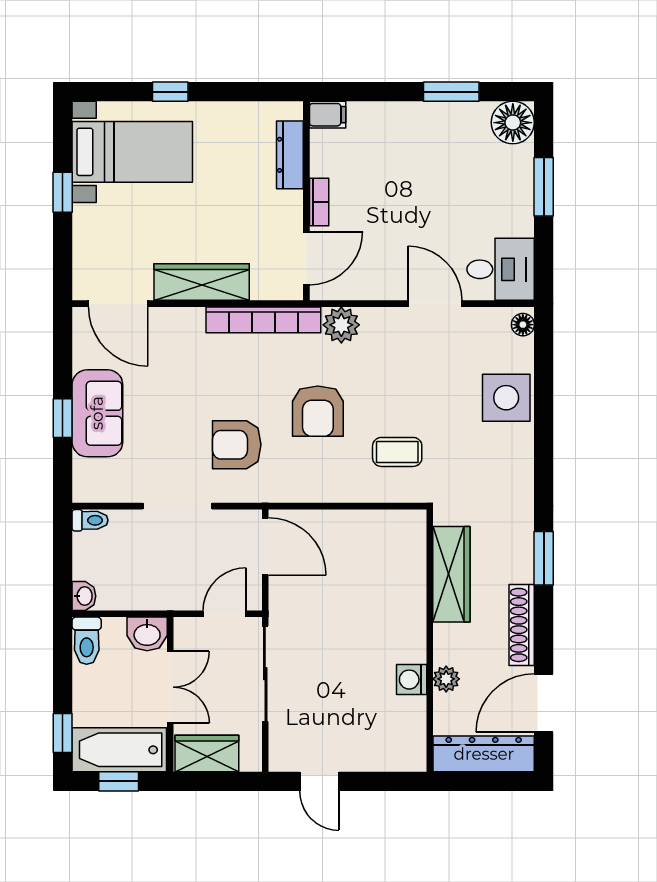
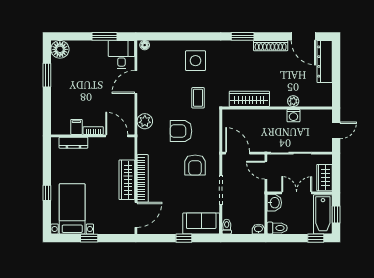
filing cabinet: (328, 115) -> (76, 127), moved
window: (544, 187) -> (105, 36), moved
bookcase: (263, 320) -> (143, 178), moved
side table: (506, 398) -> (196, 61), moved
armchair: (318, 411) -> (181, 131), turned 180
sofa: (97, 413) -> (201, 223), moved
door: (265, 546) -> (238, 153), hinge flipped
wardrobe: (451, 574) -> (249, 99), moved
wall: (430, 641) -> (277, 108), moved
plant: (446, 679) -> (293, 101), moved
washing machine: (412, 680) -> (293, 116), moved

